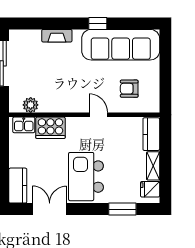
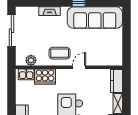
armchair: (129, 89) -> (101, 49), removed
coffee table: (71, 95) -> (60, 53), added
door: (98, 115) -> (79, 67), hinge flipped

